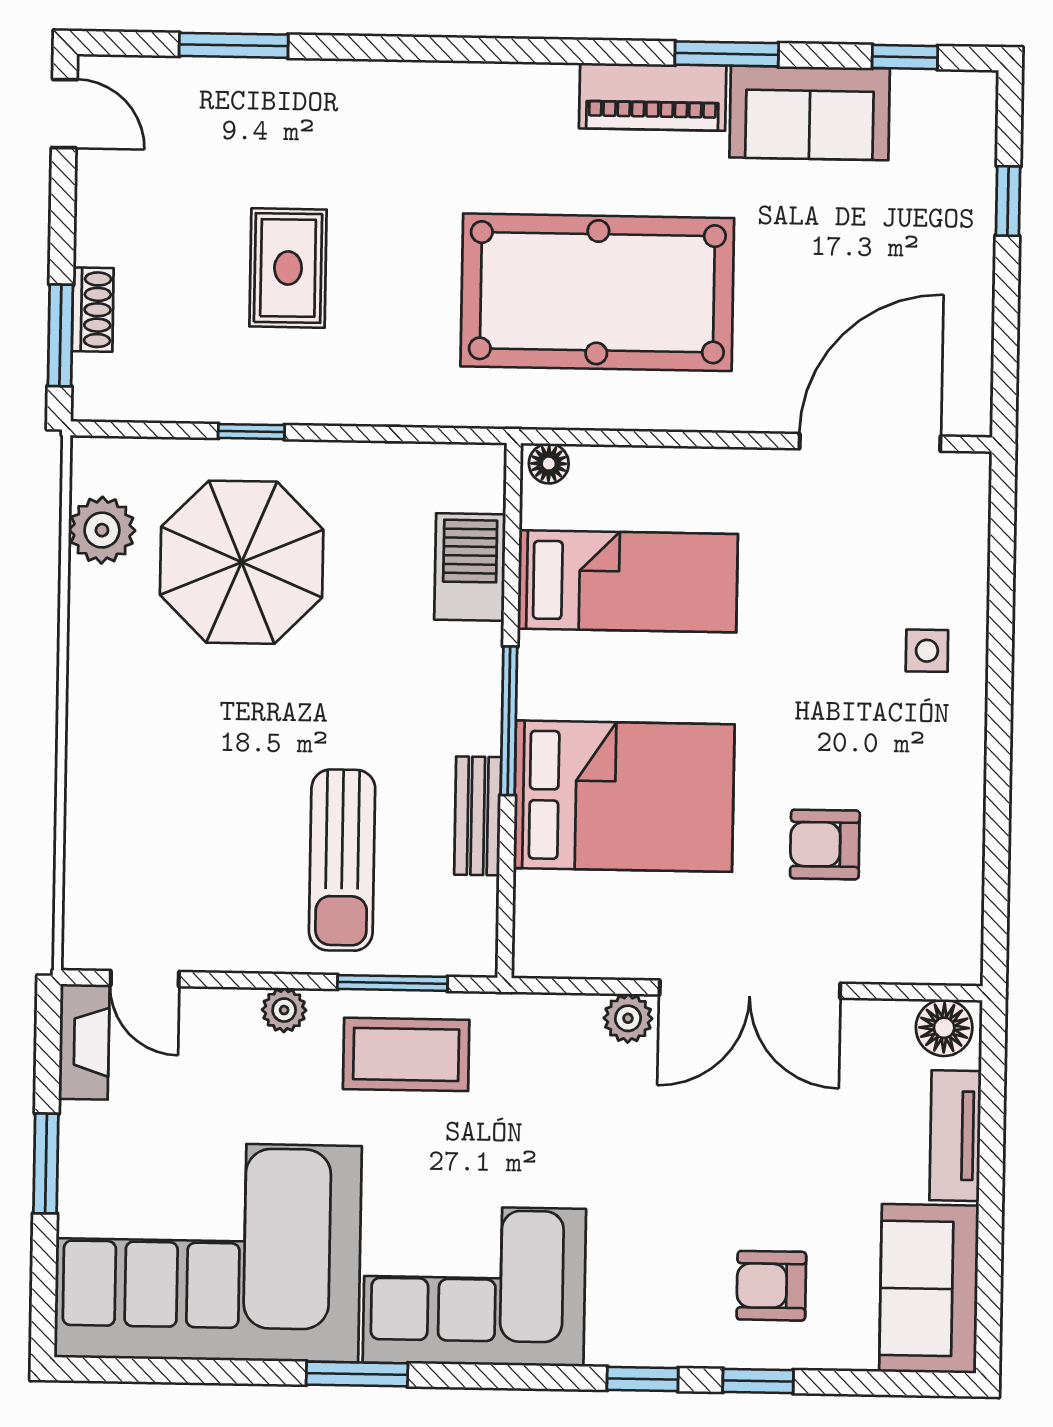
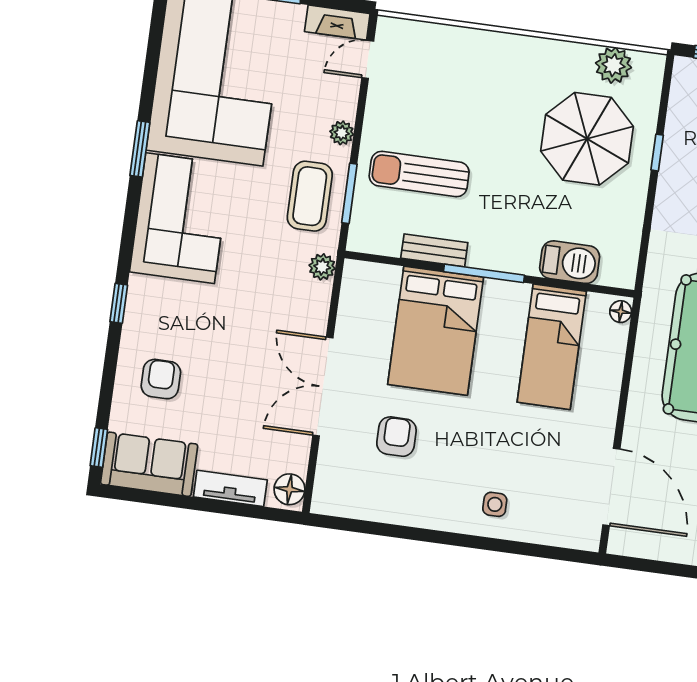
plant: (628, 1018) -> (322, 267), moved
window: (758, 1381) -> (99, 448), moved

